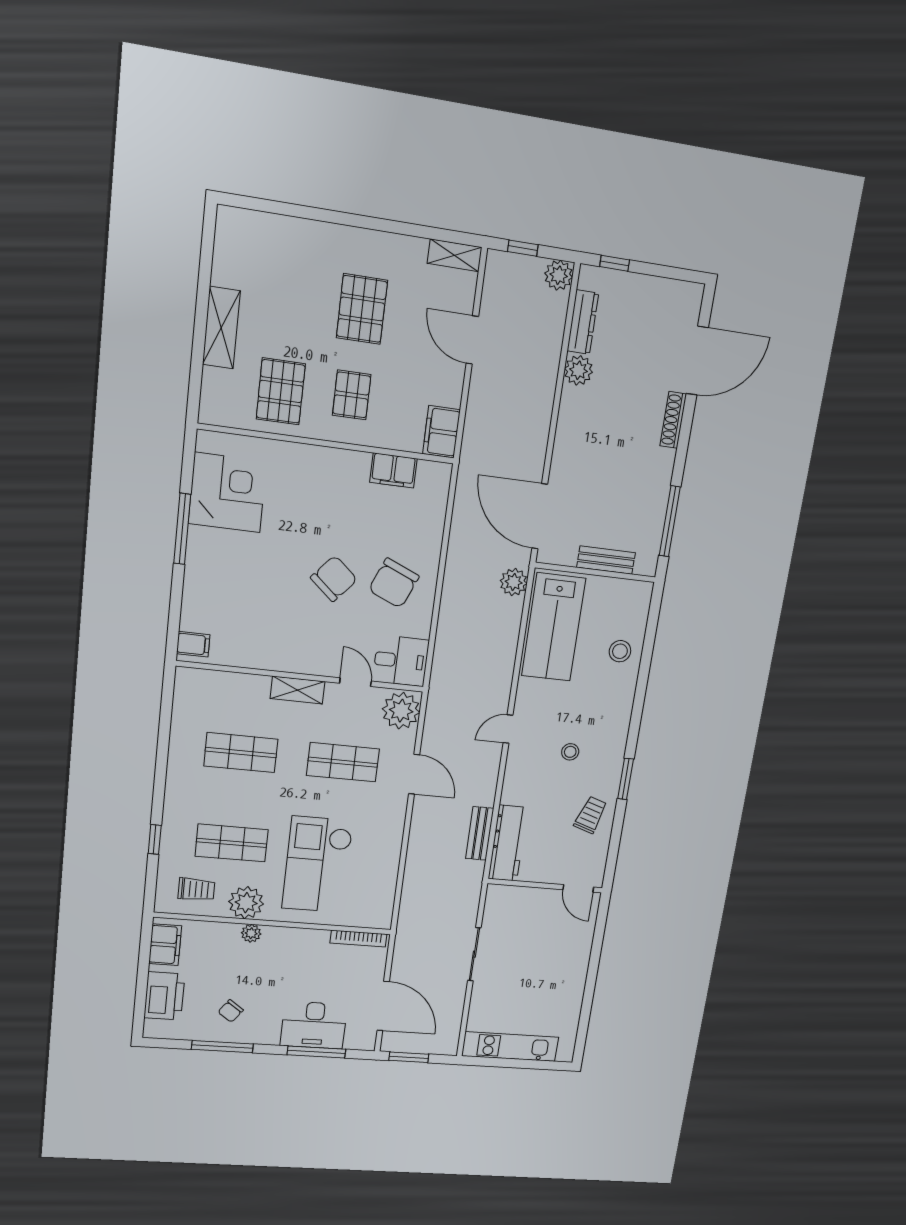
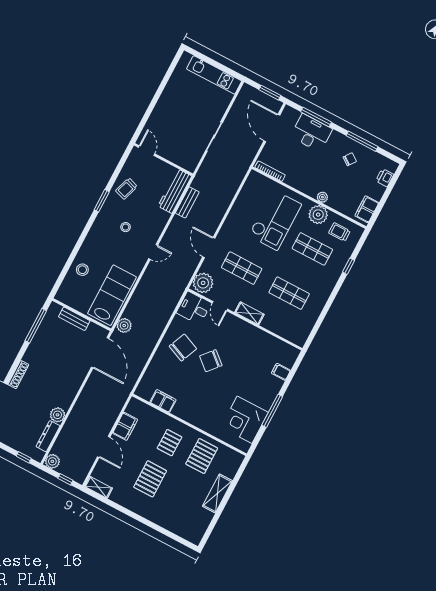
filing cabinet: (441, 432) -> (125, 426), moved
filing cabinet: (193, 644) -> (281, 372), moved
printer: (164, 996) -> (385, 178), width x0.53, depth x0.68

